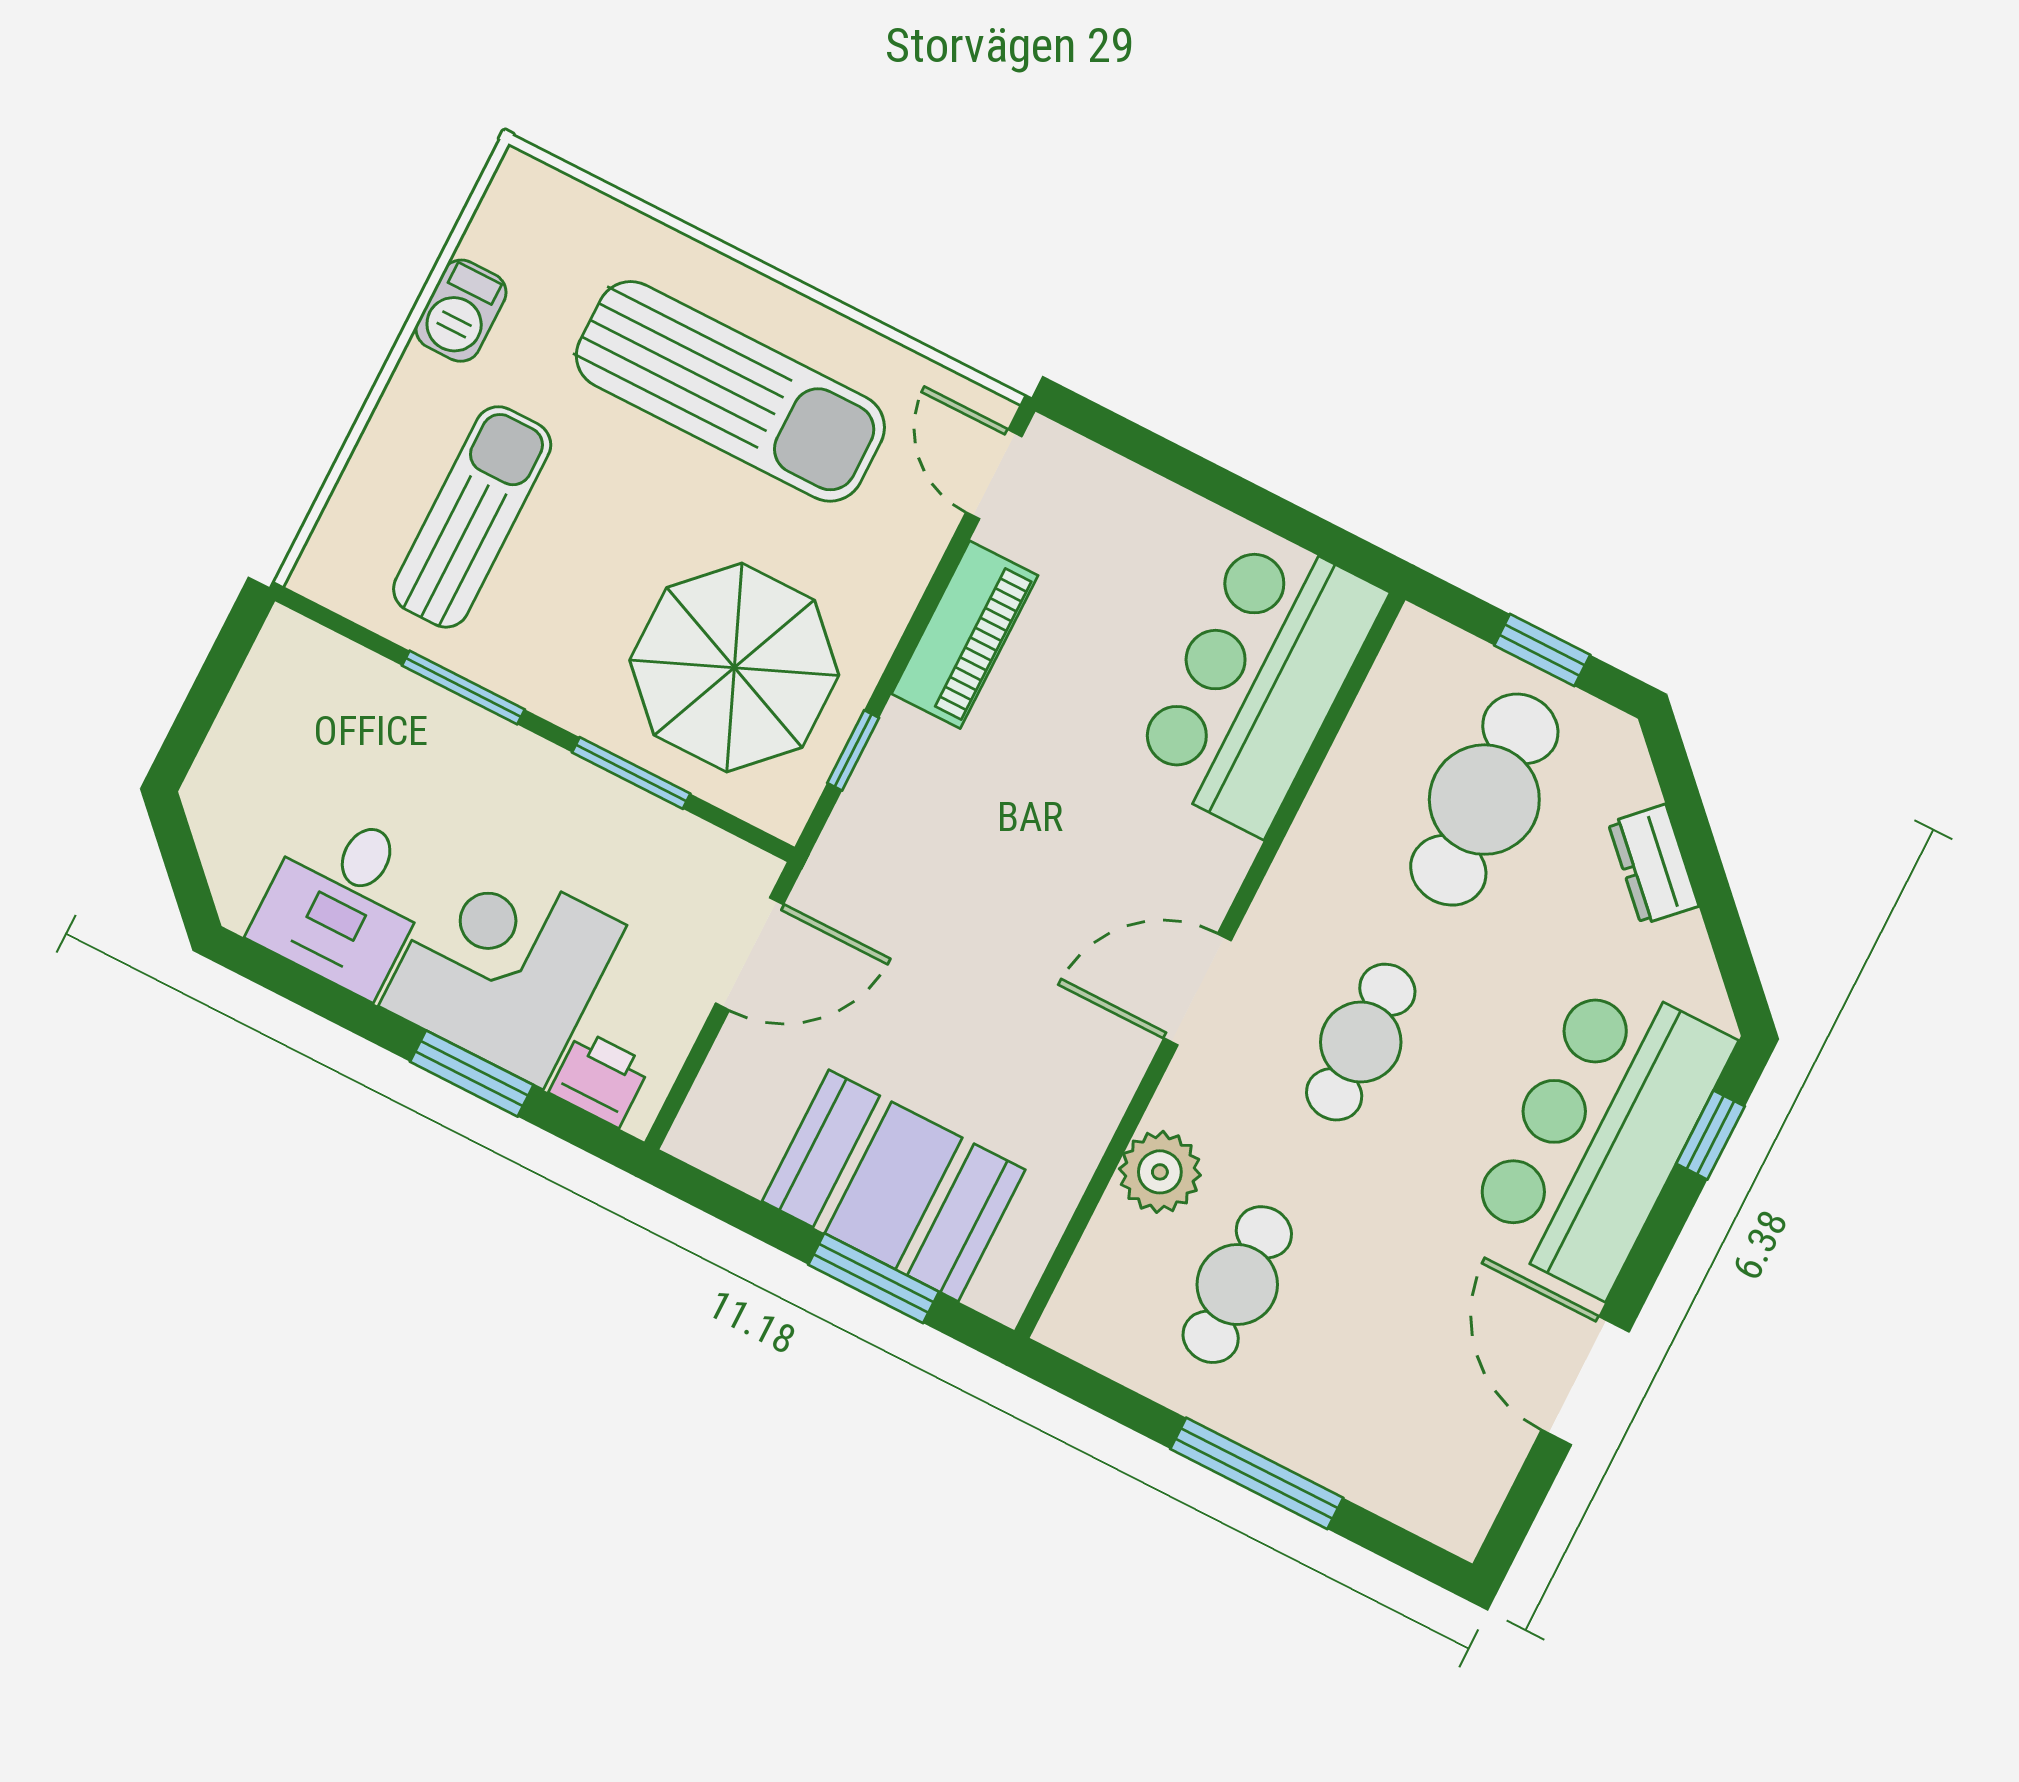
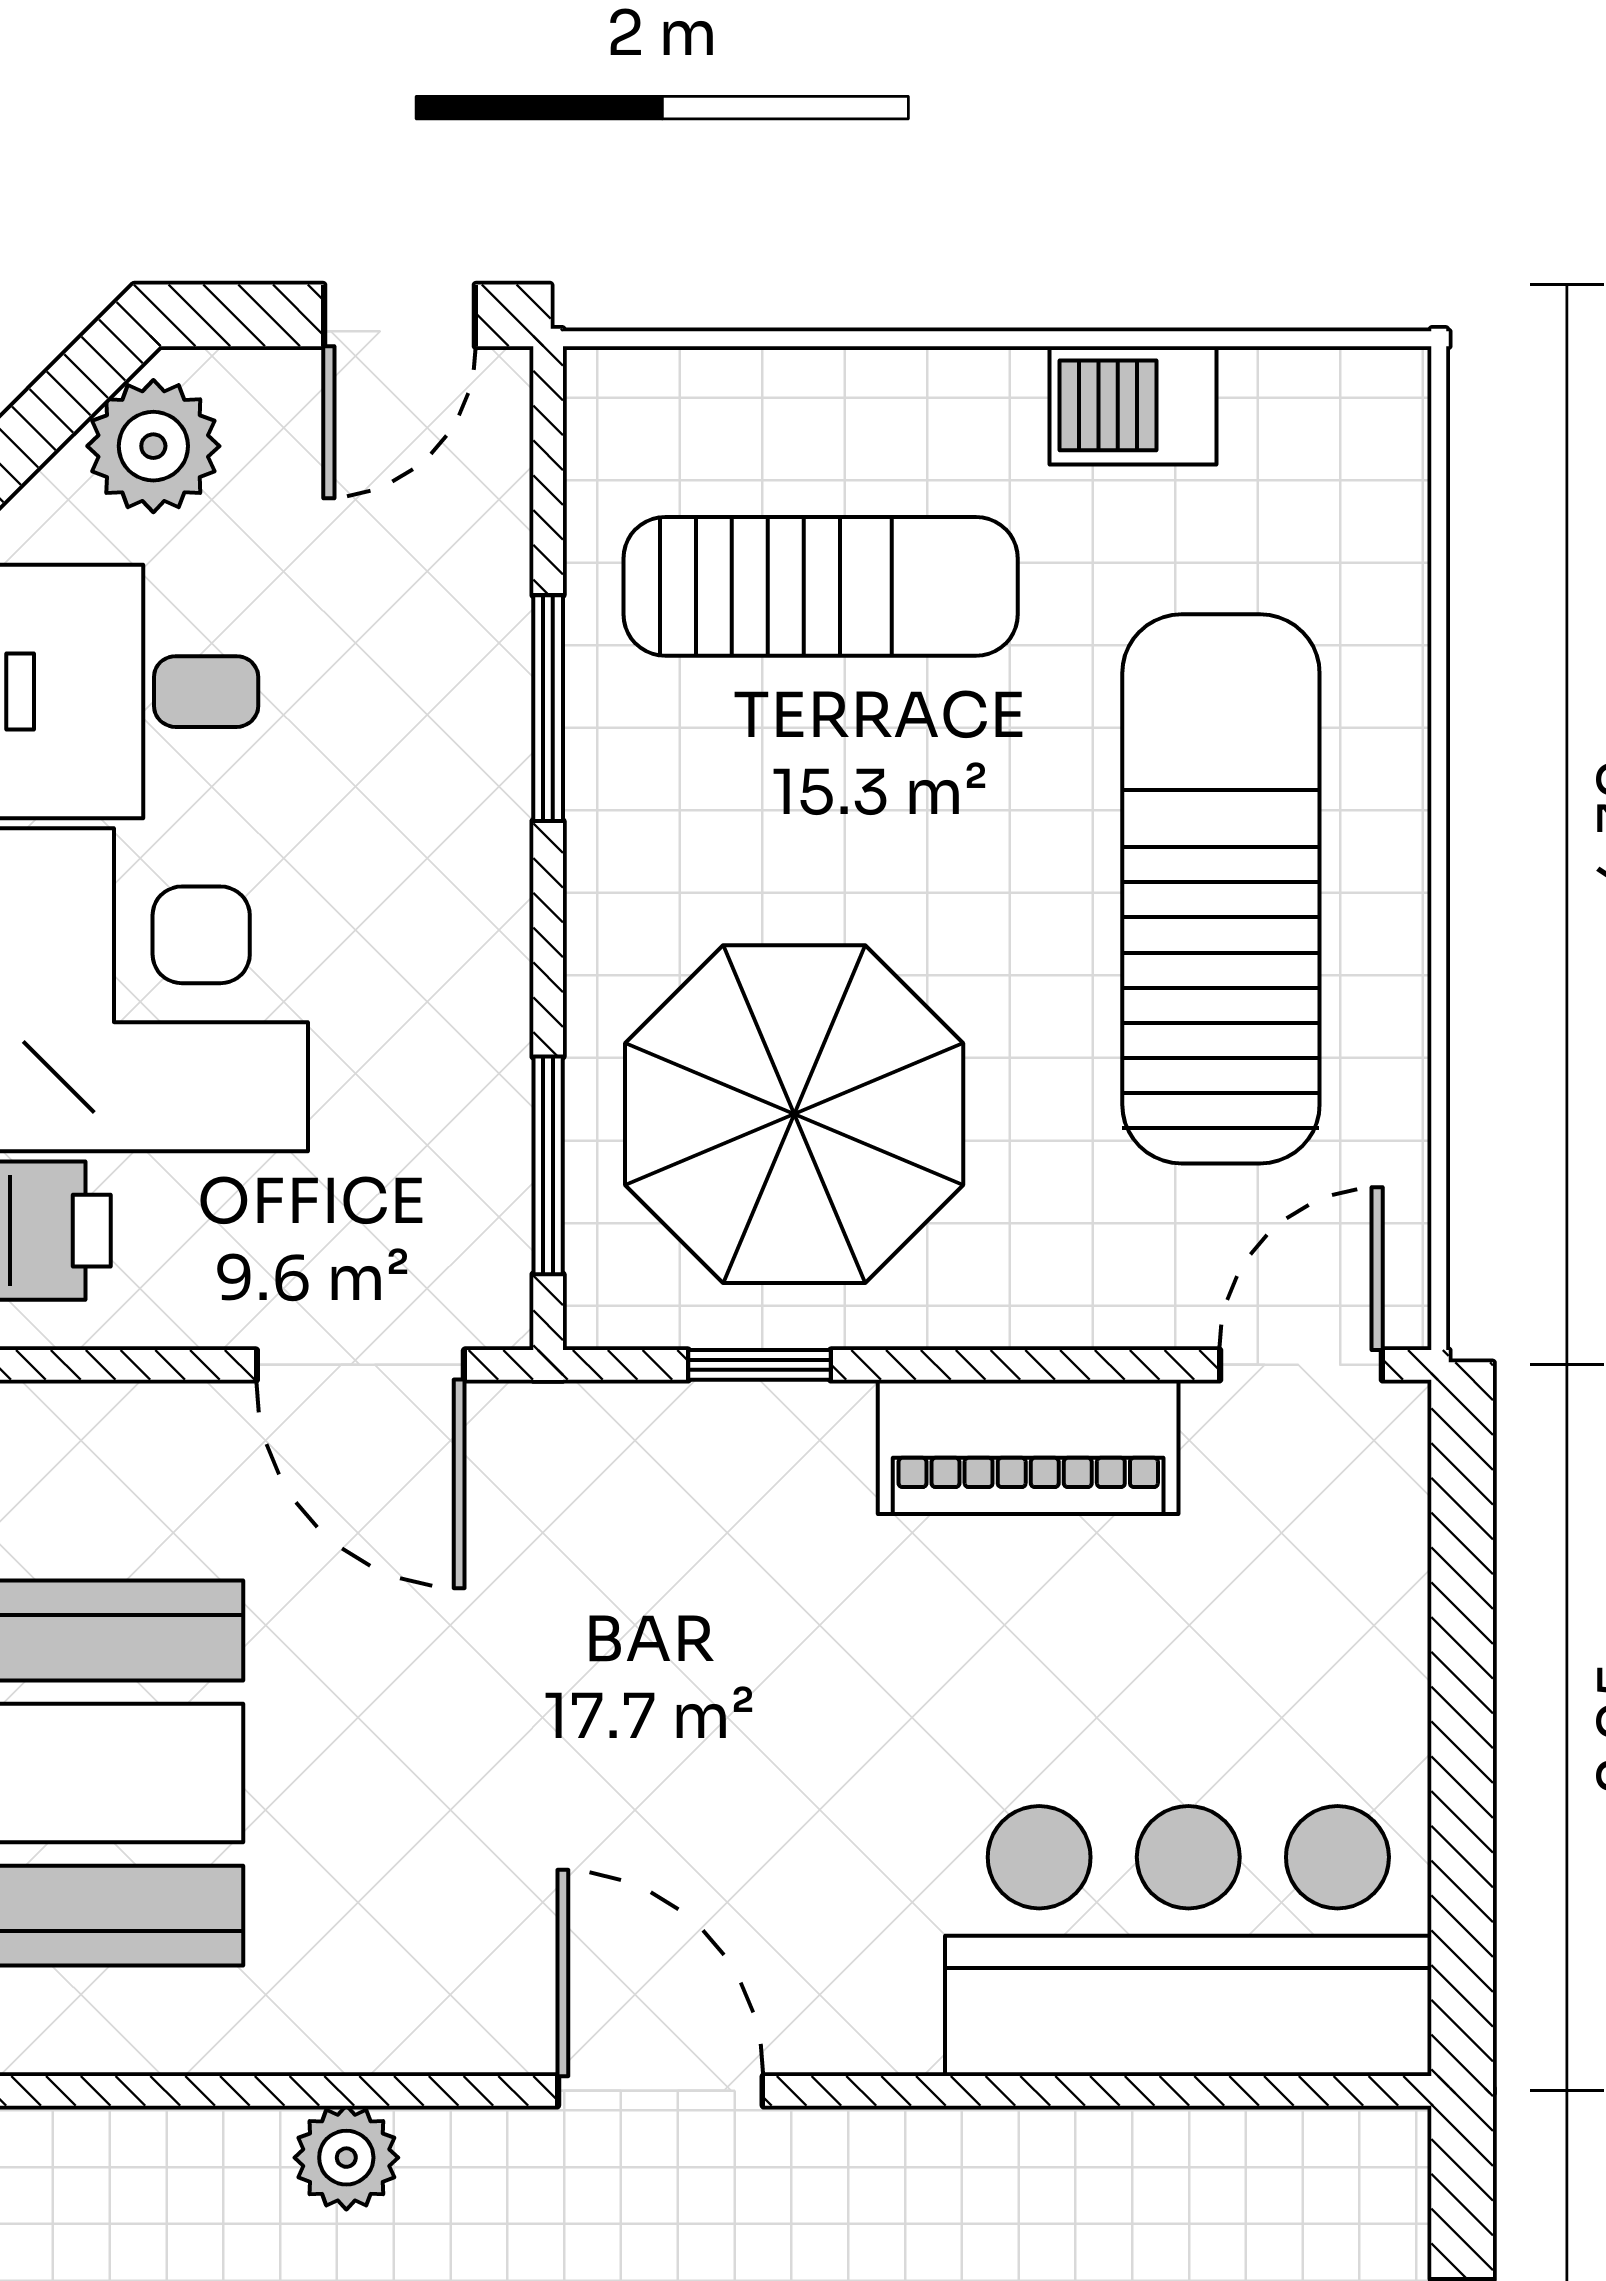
sun lounger: (730, 391) -> (1221, 889), turned 180
door: (225, 661) -> (399, 315), added
window: (631, 773) -> (548, 1165), moved
plant: (227, 821) -> (153, 446), added
plant: (1160, 1172) -> (346, 2158), width x0.73, depth x0.73

